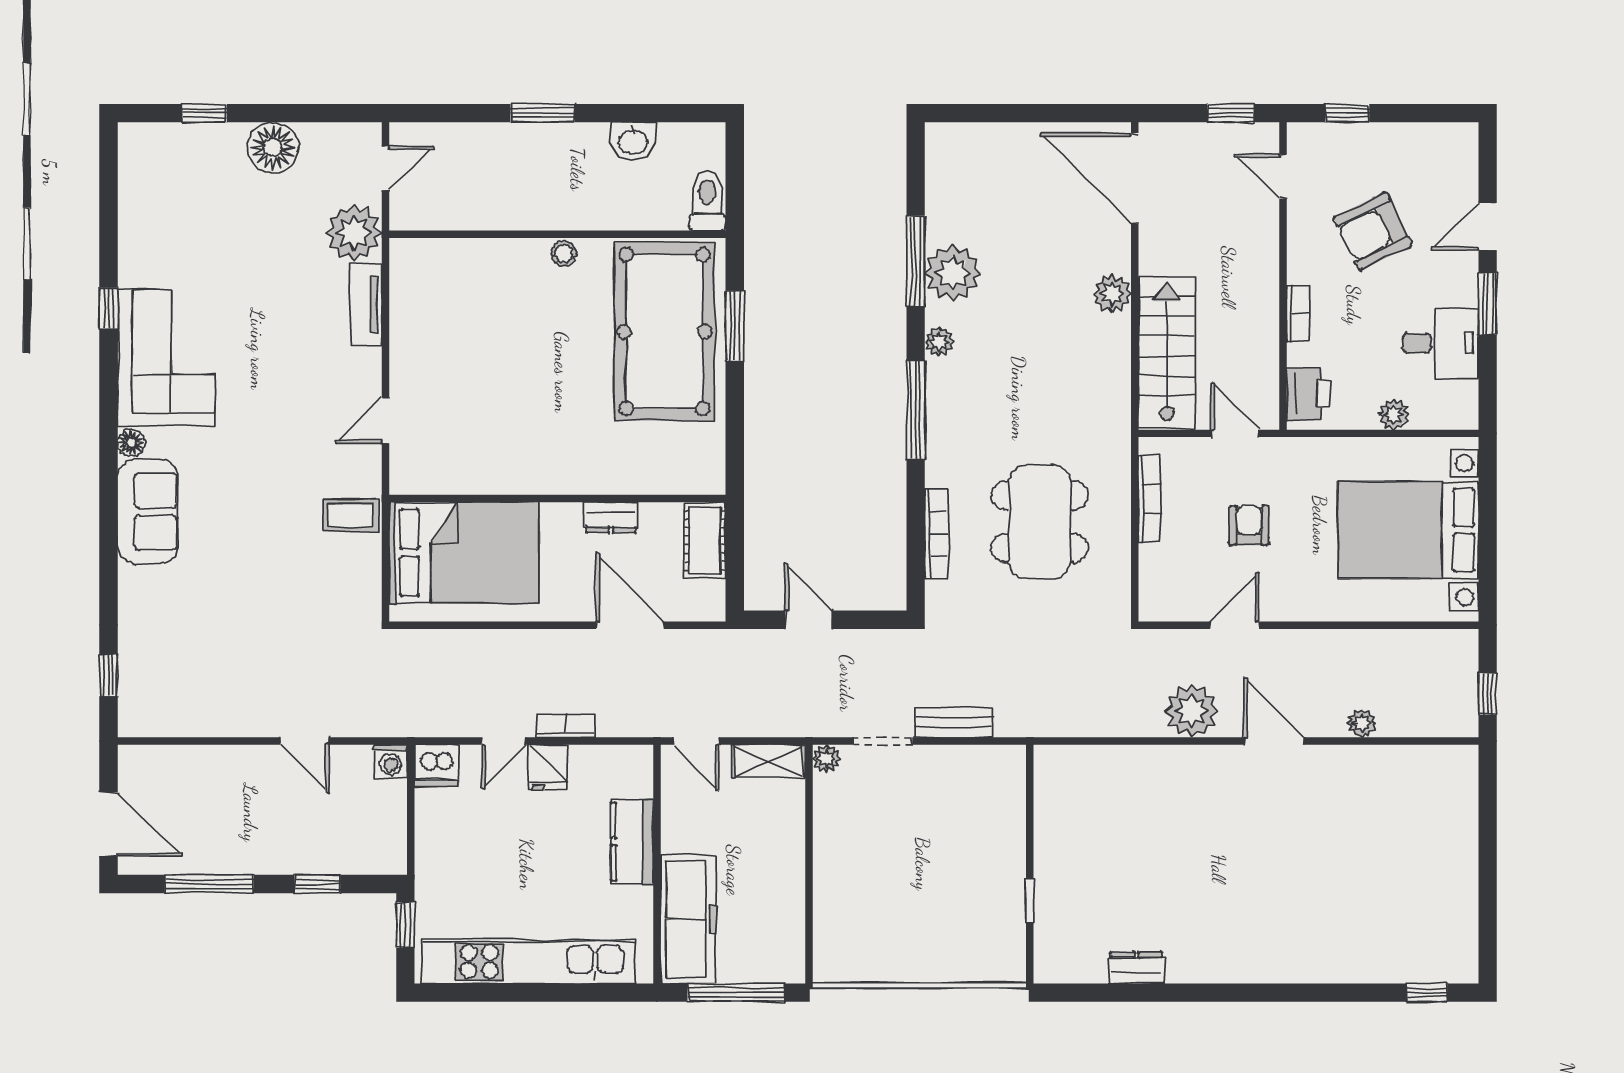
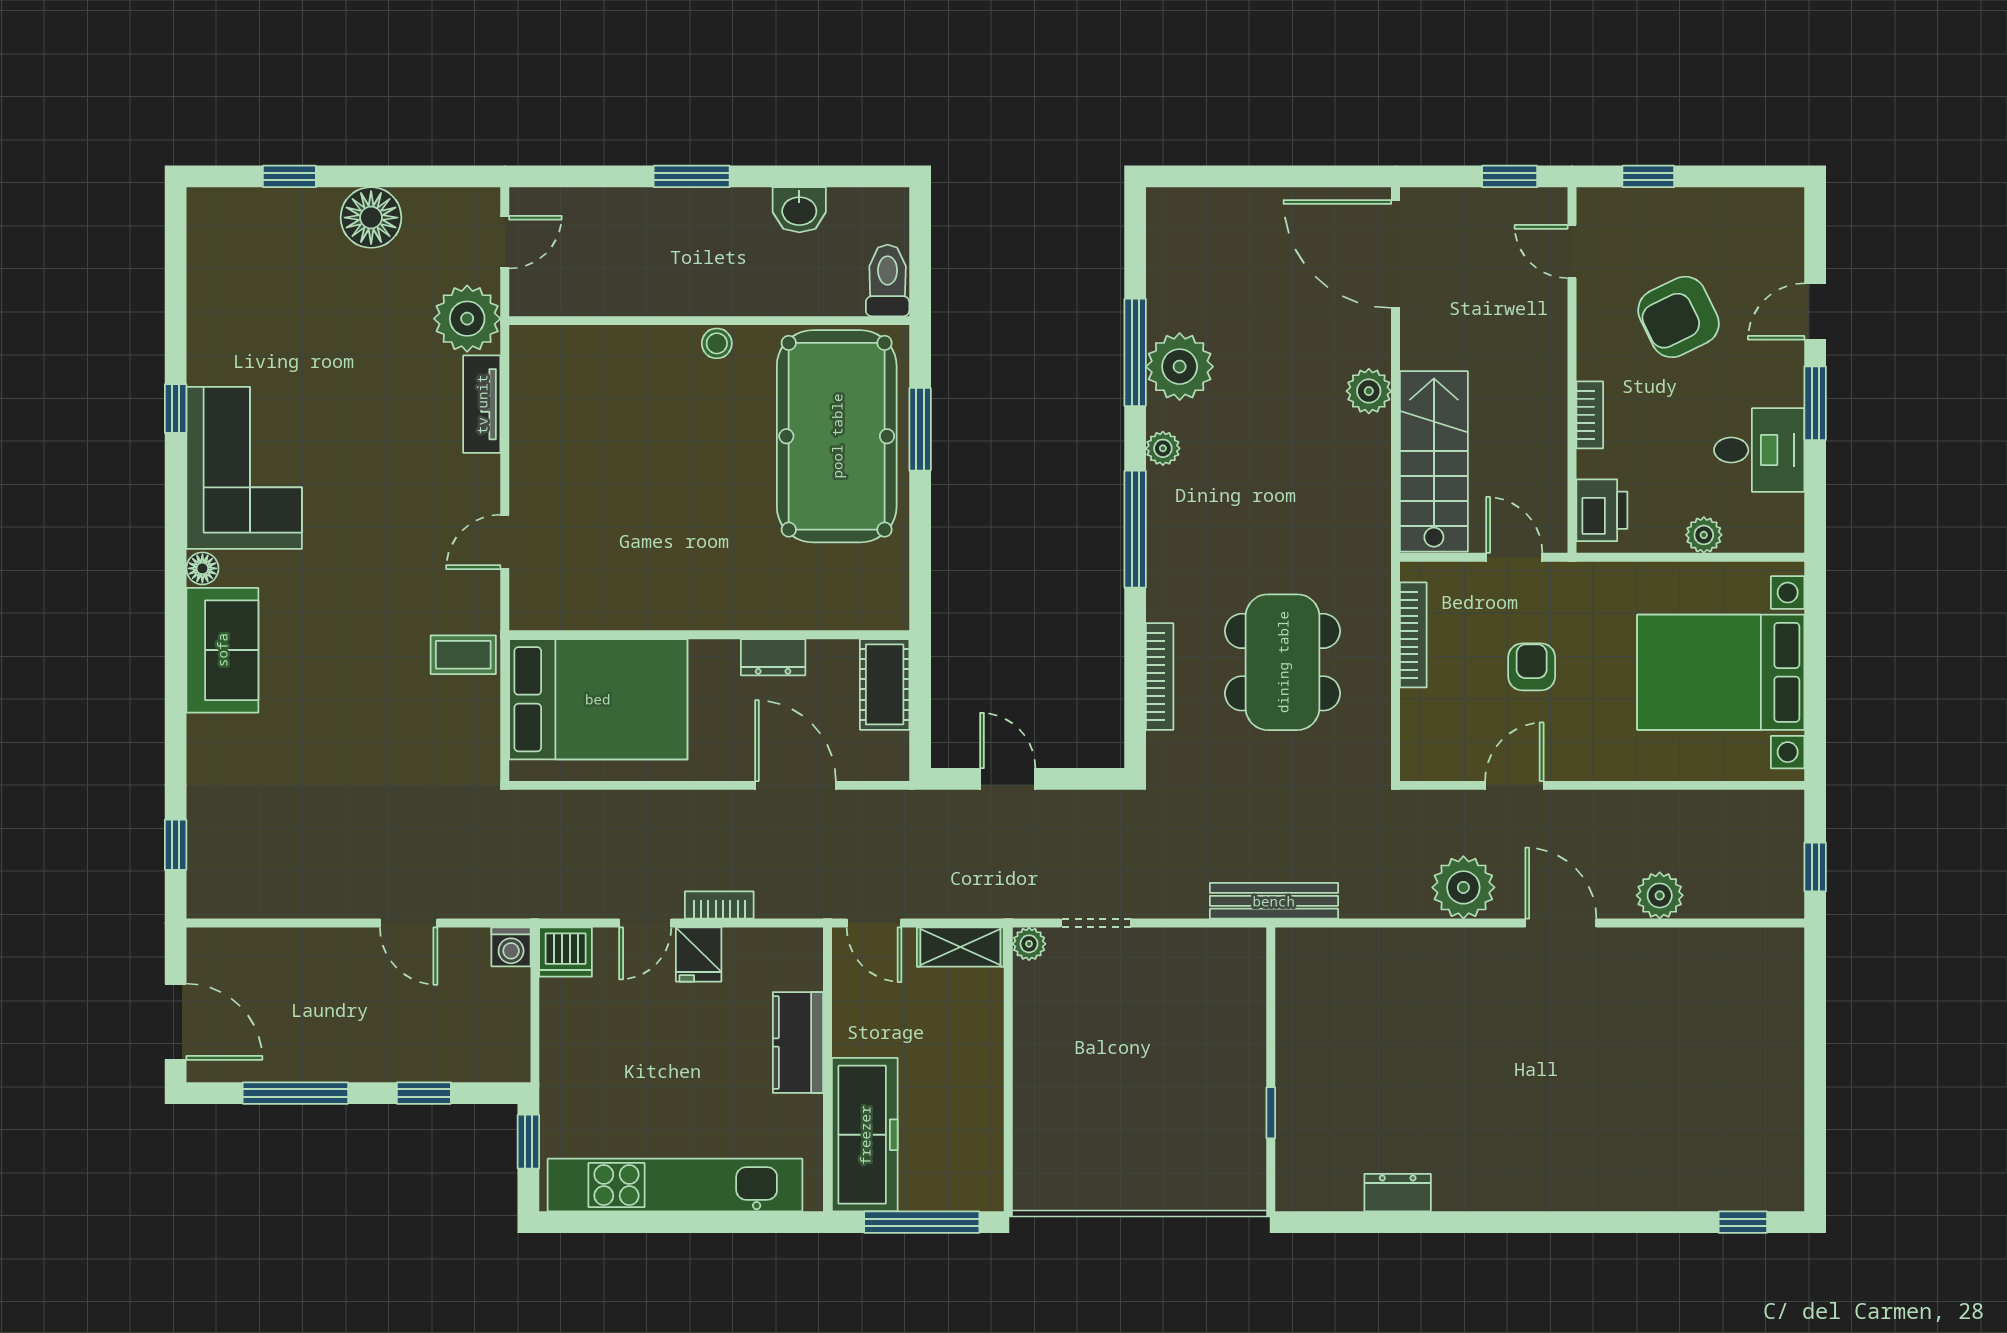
bench: (953, 722) -> (1274, 901), moved, width x1.36
plant: (1362, 723) -> (1660, 895), width x1.38, depth x1.38

